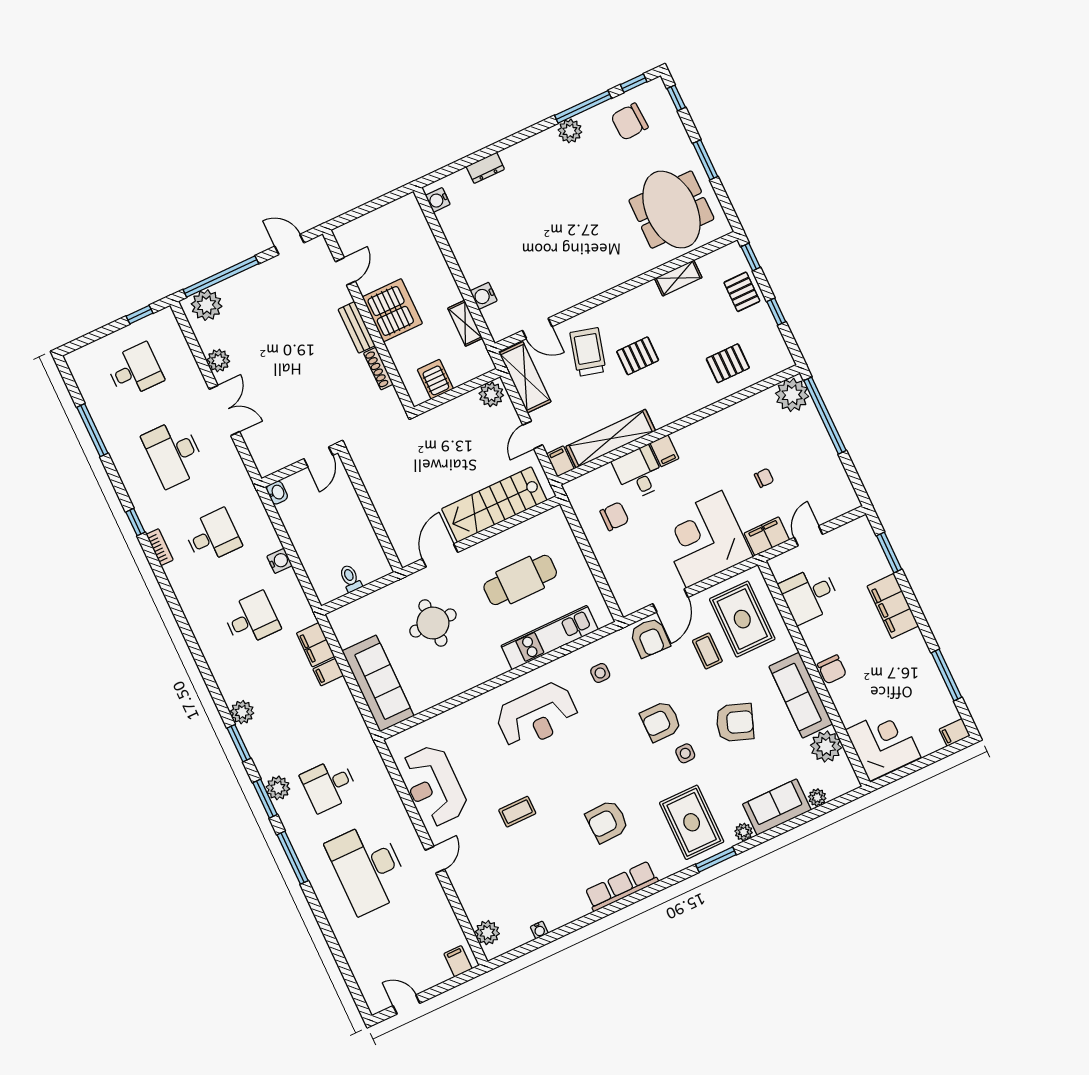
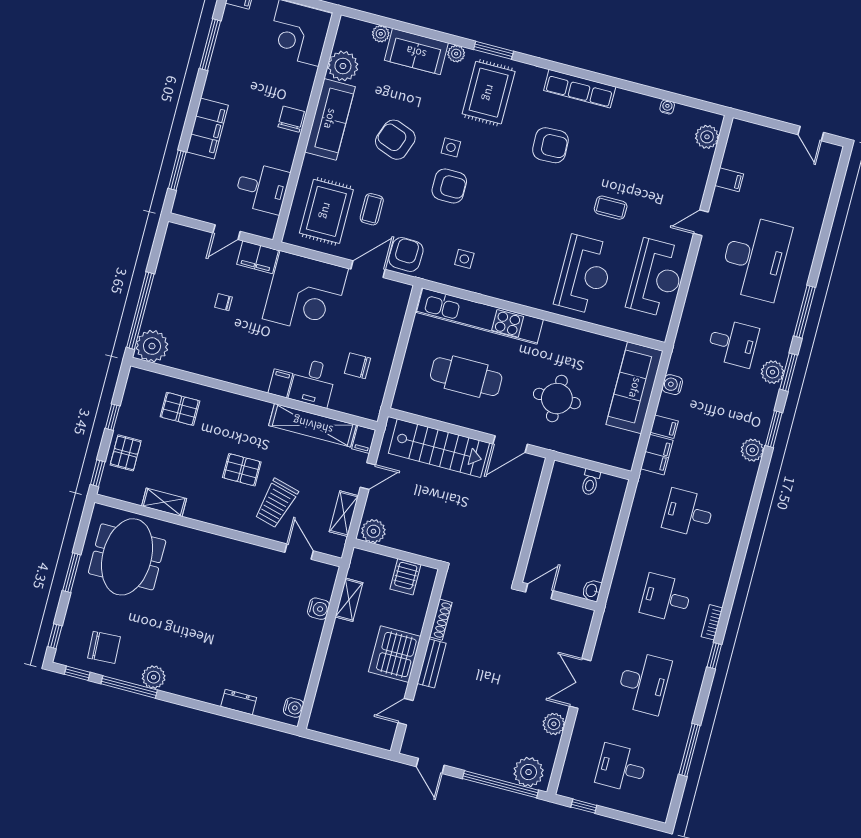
shelving: (525, 377) -> (344, 514), width x0.67, depth x0.75
water cooler: (280, 561) -> (672, 385), moved
kitchen unit: (550, 638) -> (480, 316), width x1.36
reception desk: (537, 716) -> (585, 275), moved, turned 90
filing cabinet: (458, 961) -> (729, 180), moved, turned -90

